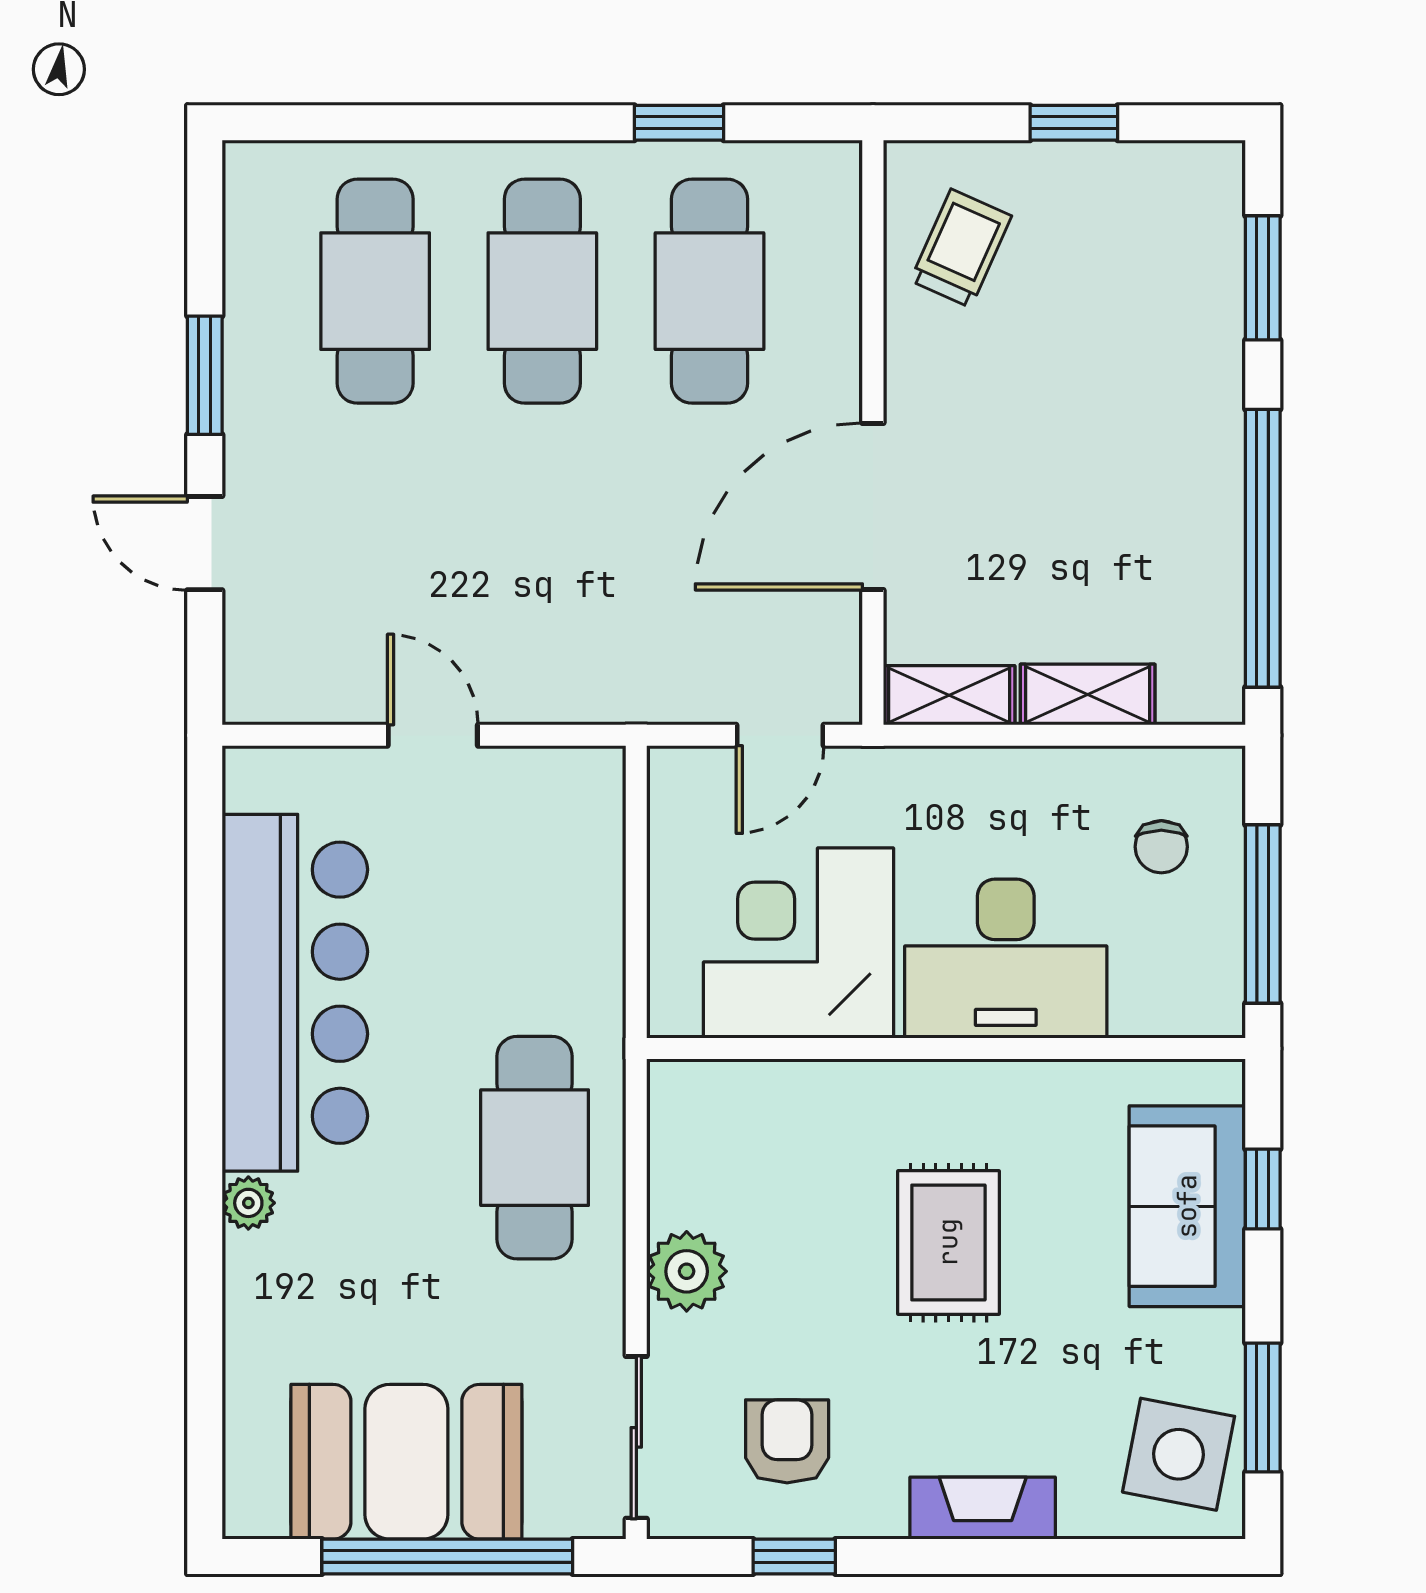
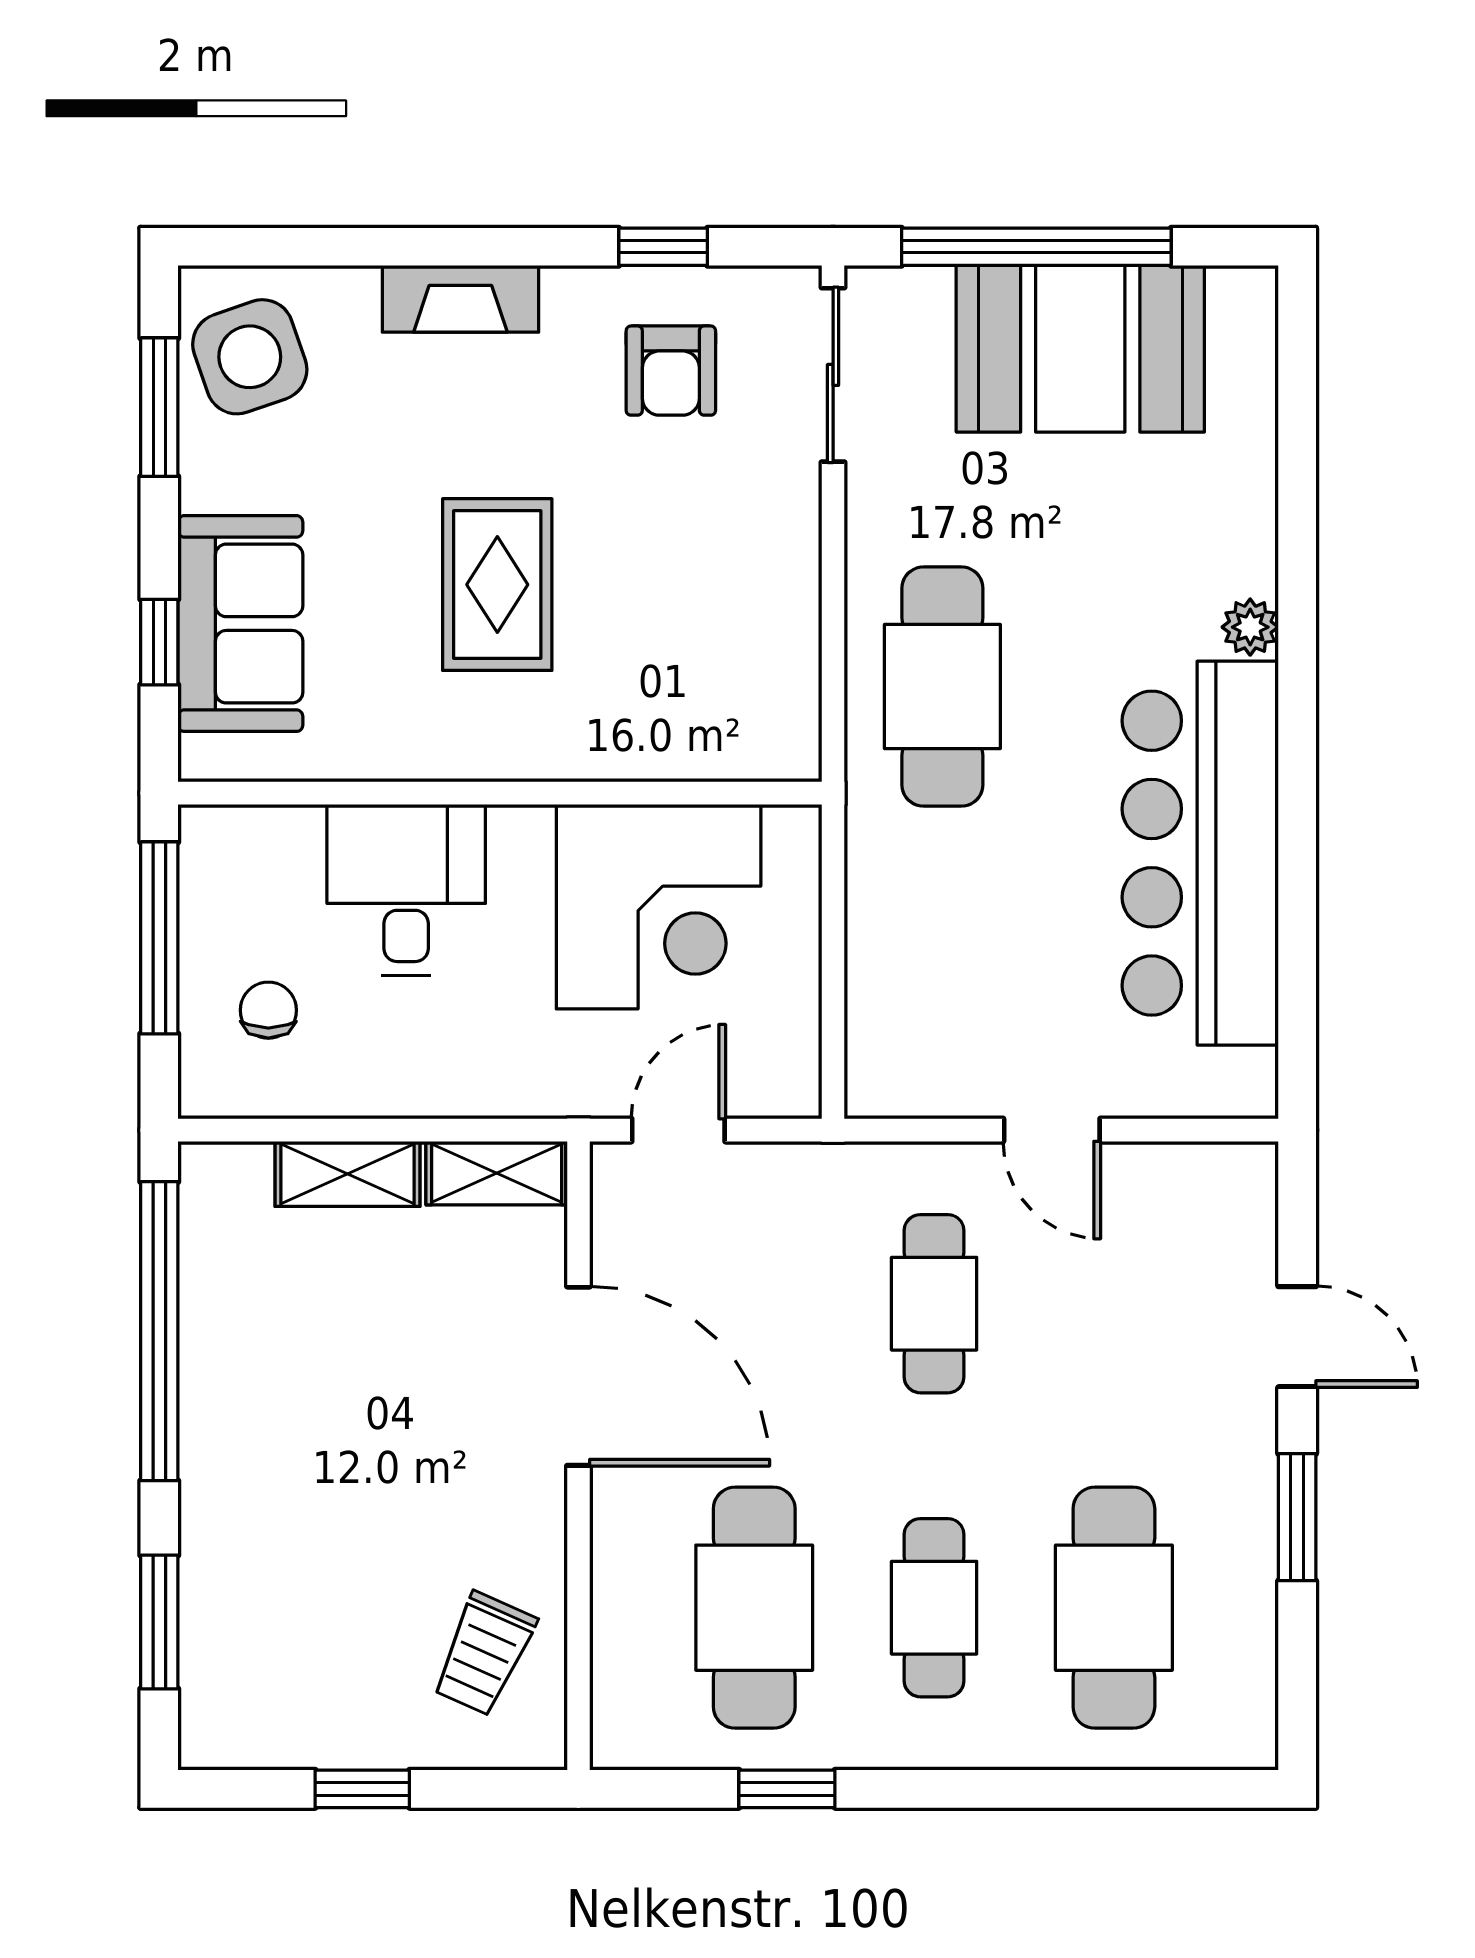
cafe table: (542, 291) -> (934, 1608), width x0.73, depth x0.74
door: (873, 506) -> (578, 1376), hinge flipped
cafe table: (542, 574) -> (934, 1304), added
desk: (1006, 959) -> (406, 890), width x0.73
plant: (687, 1271) -> (779, 554), removed
side table: (1179, 1454) -> (250, 357), turned -30

